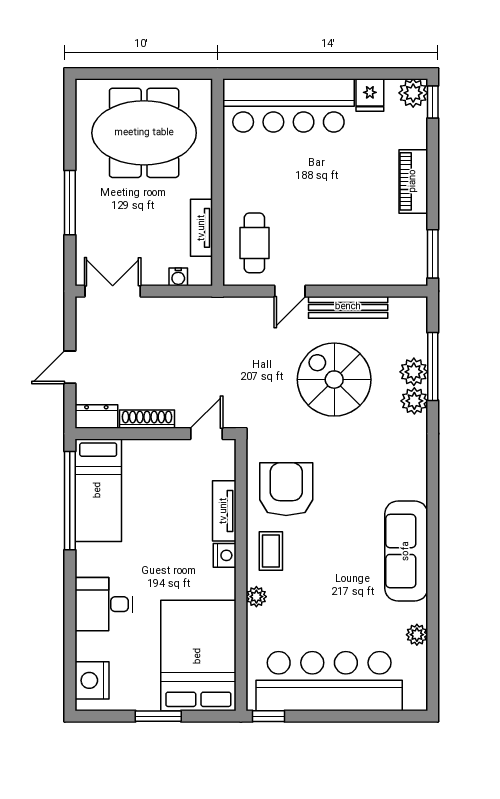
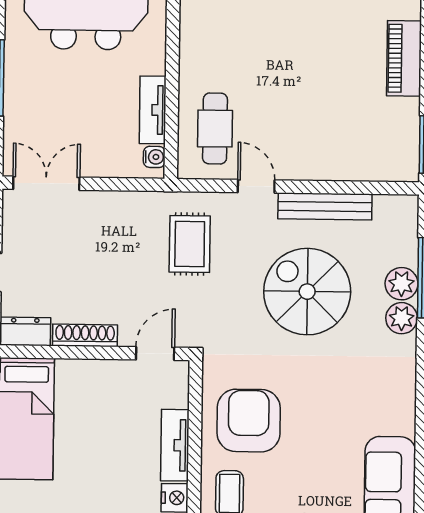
water cooler: (178, 277) -> (154, 157), moved, turned -90
door: (290, 291) -> (256, 186), swing flipped
rug: (234, 341) -> (190, 244), added

